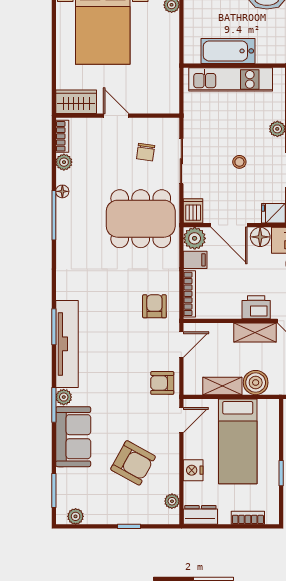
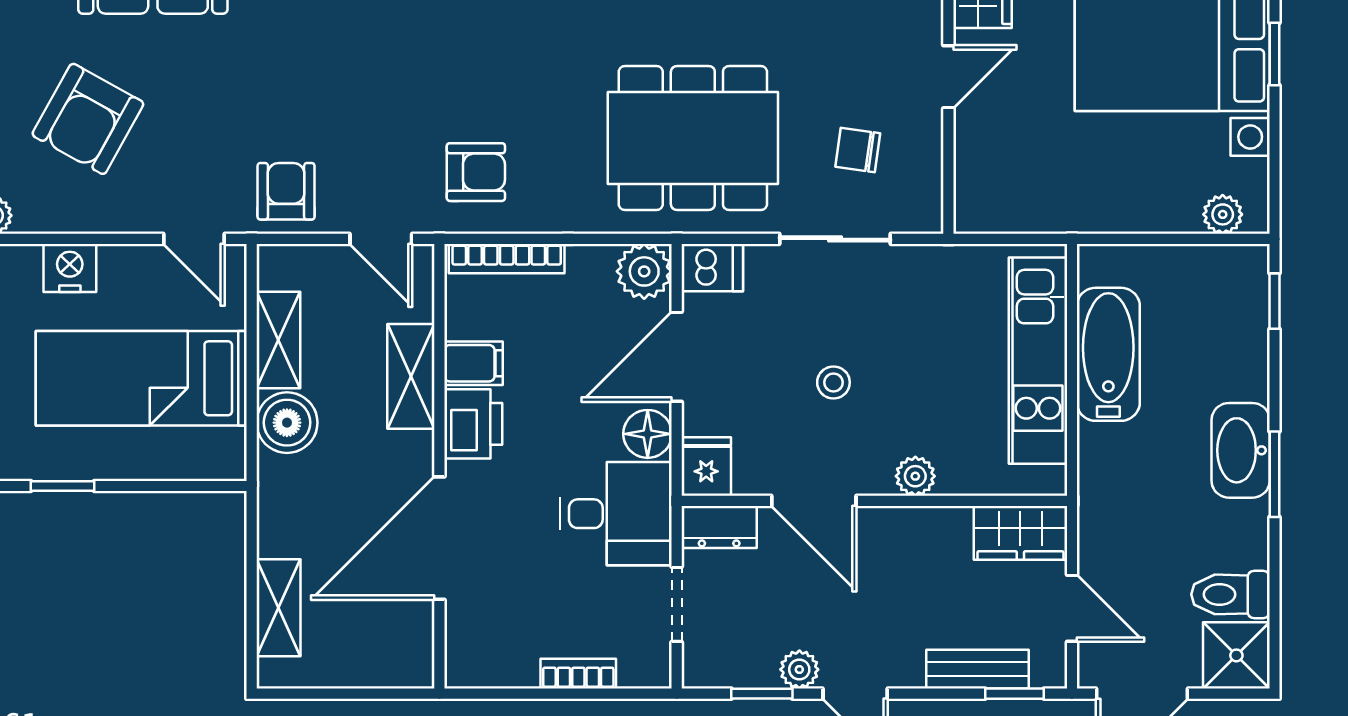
dining table: (141, 219) -> (693, 138), turned 90
filing cabinet: (195, 260) -> (473, 363), moved, turned -90
shelving: (255, 333) -> (411, 376), moved

